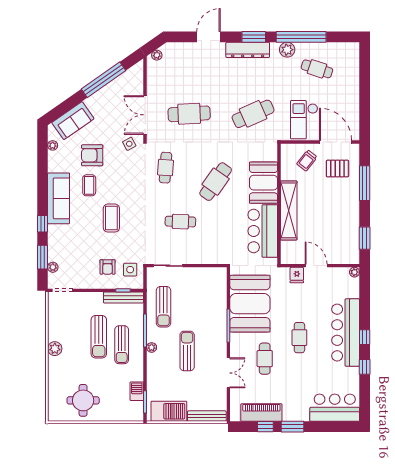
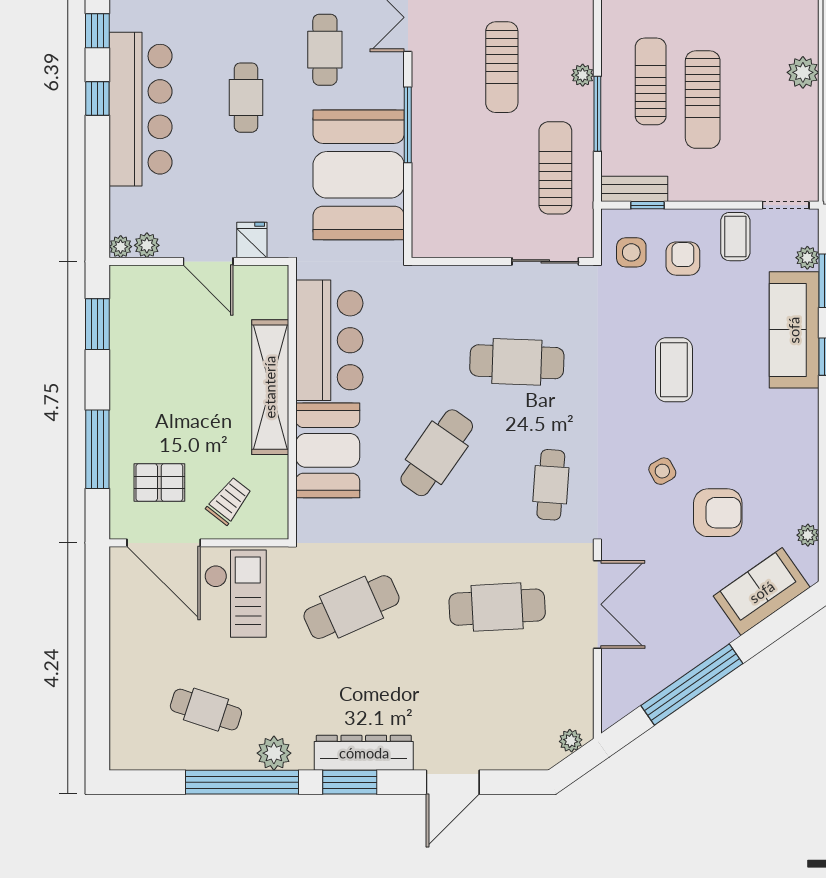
side table: (129, 144) -> (662, 471), moved
coffee table: (89, 185) -> (735, 237), moved
sofa: (59, 198) -> (794, 330), moved
cafe table: (180, 222) -> (517, 362), width x1.37, depth x1.35
plant: (343, 273) -> (147, 245), added
bench: (124, 298) -> (634, 189), width x0.73
sun lounger: (99, 337) -> (703, 100), turned 180

